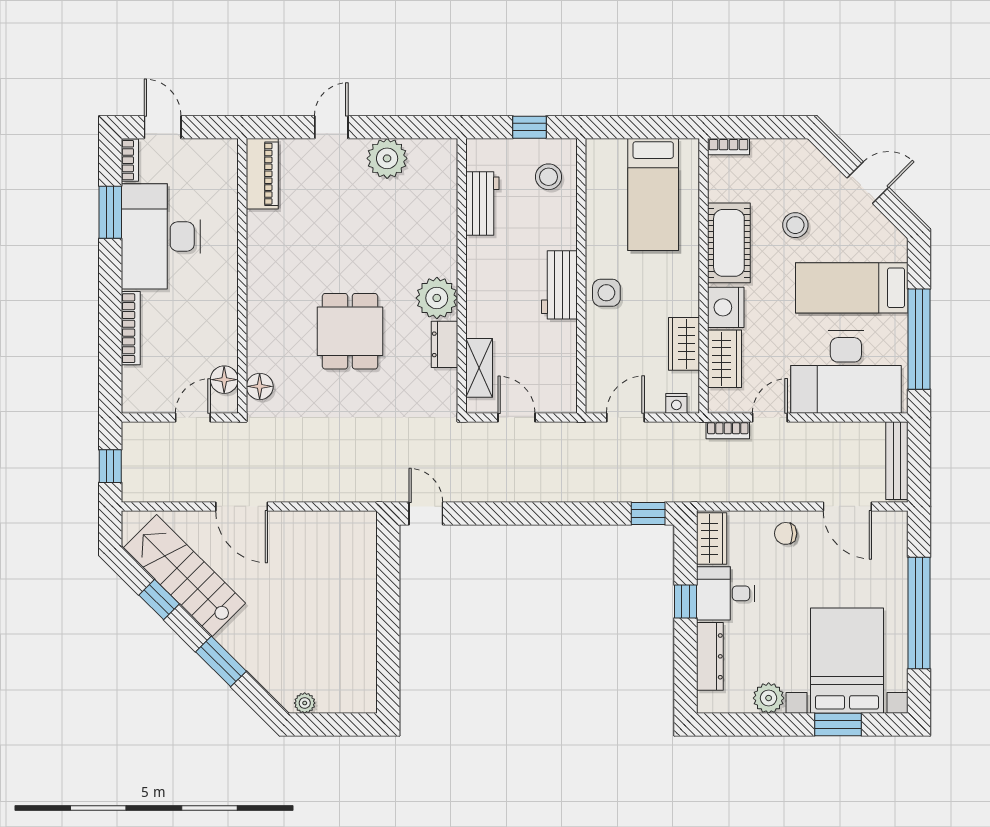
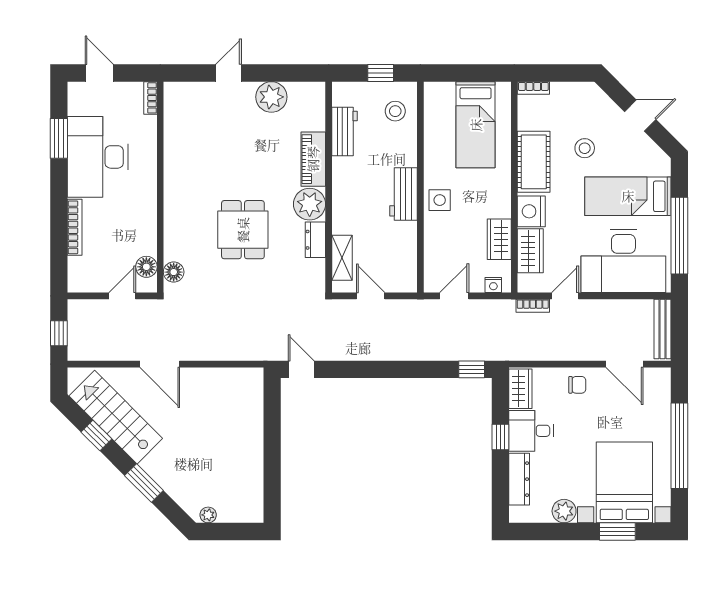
bookcase: (130, 160) -> (150, 98), moved, turned 180
piano: (262, 174) -> (313, 159), moved, turned 180
chair: (786, 533) -> (577, 385), turned 180

